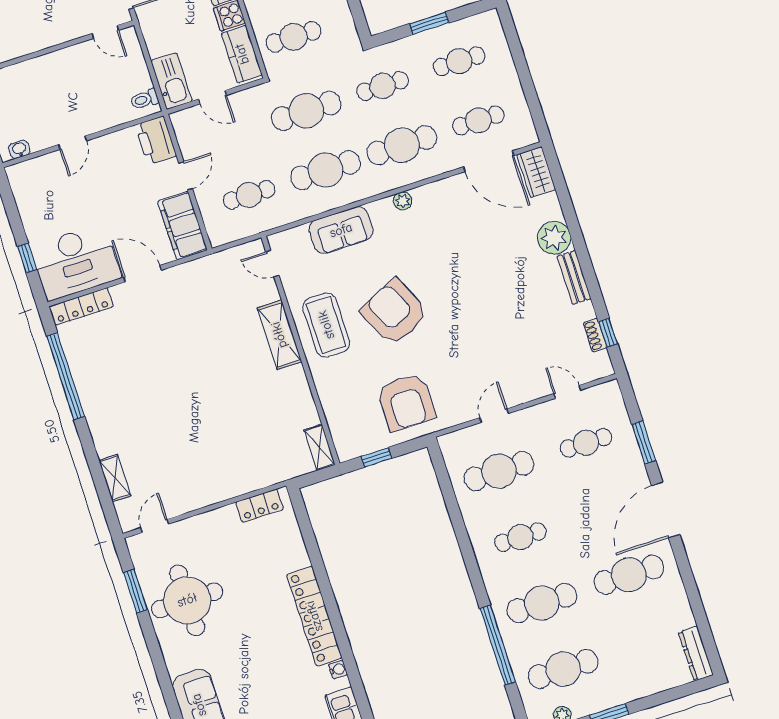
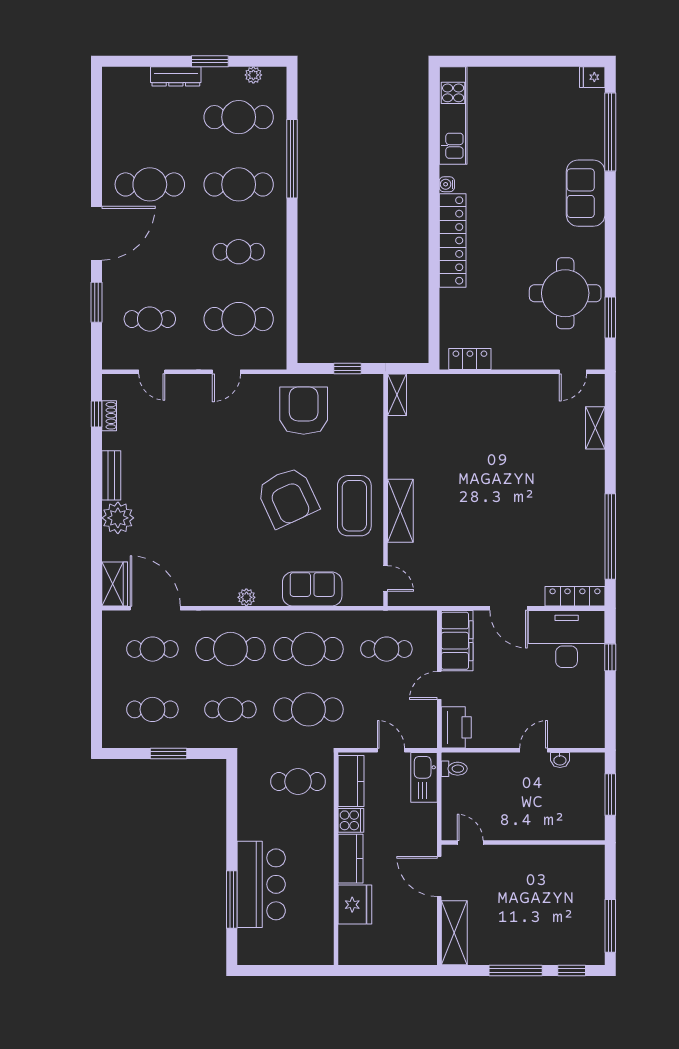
washbasin: (19, 149) -> (560, 760), moved
dresser: (696, 654) -> (176, 76), moved, turned 90

